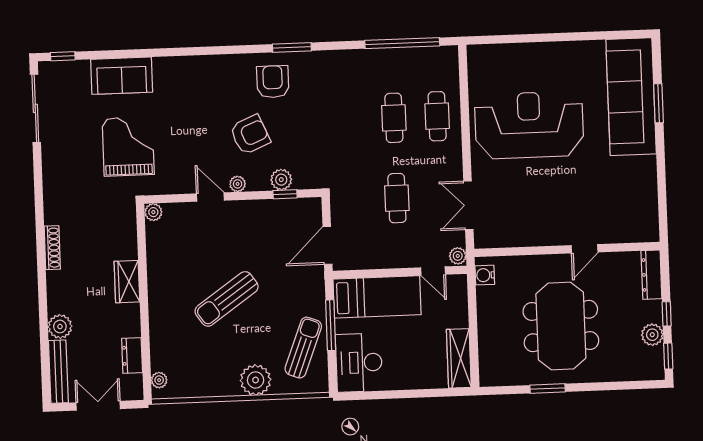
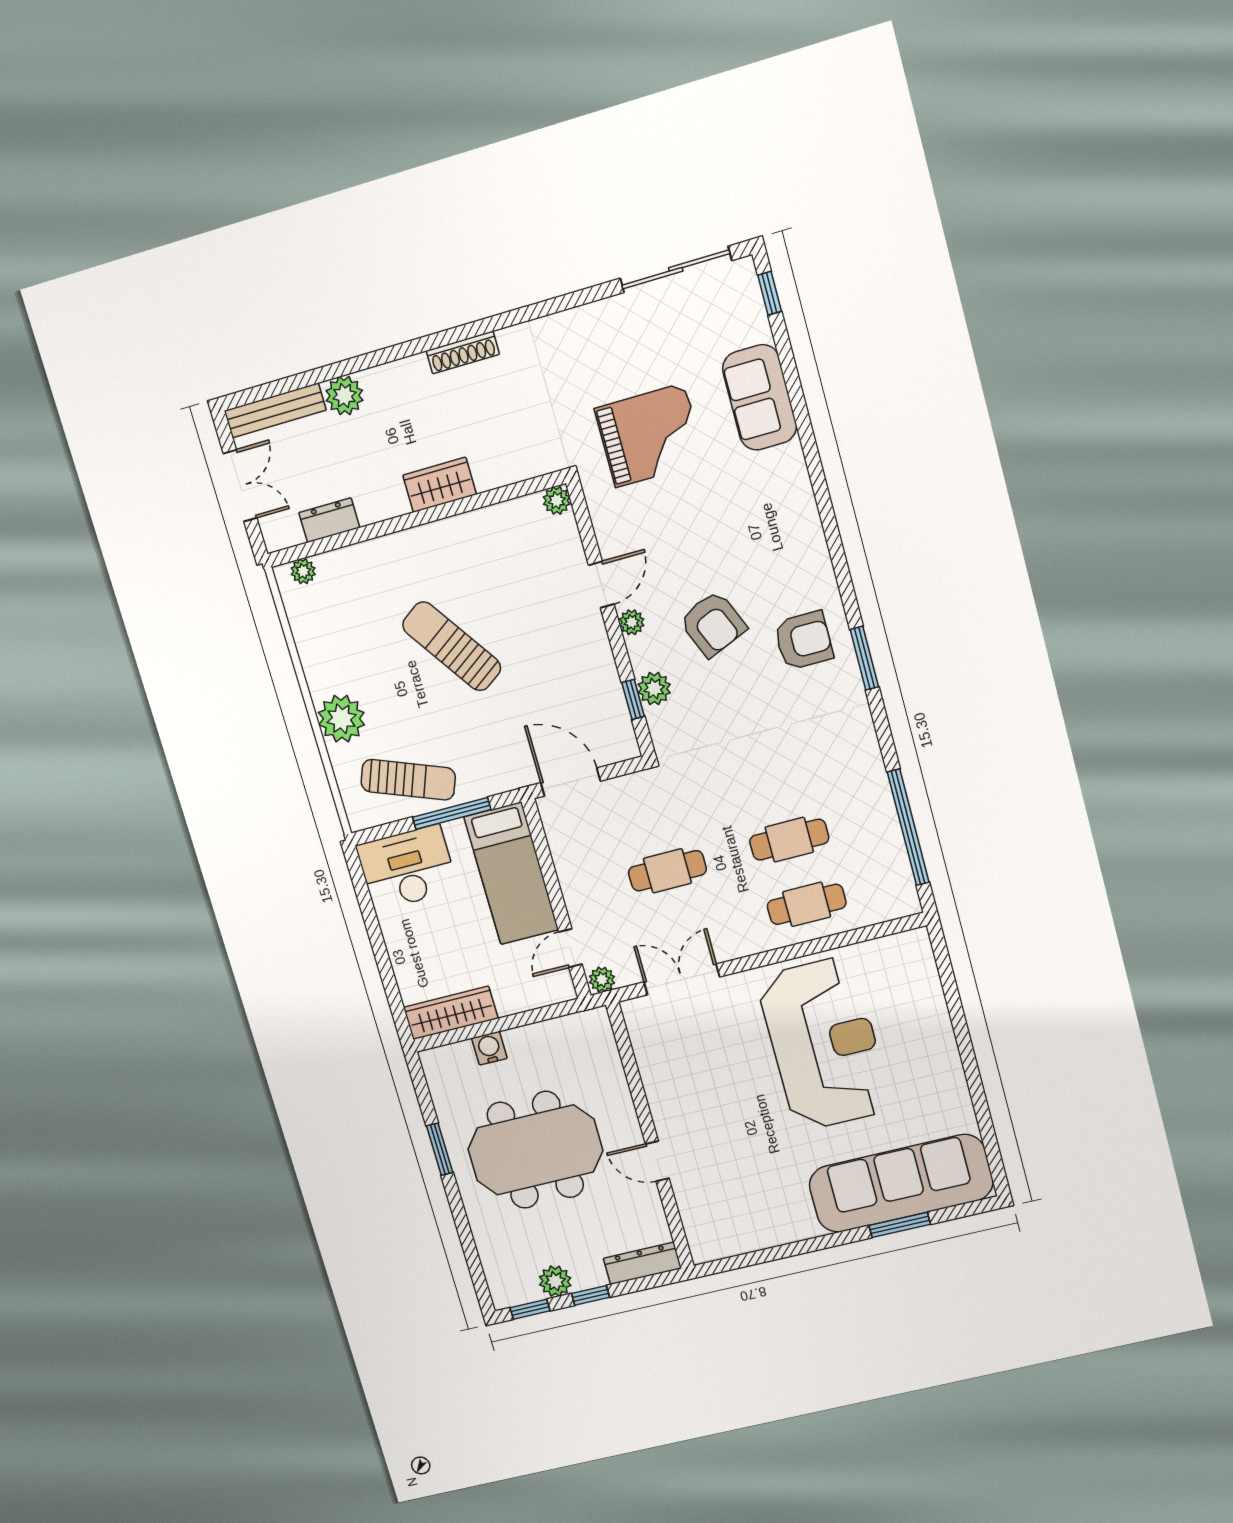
water cooler: (485, 275) -> (489, 1048), moved

